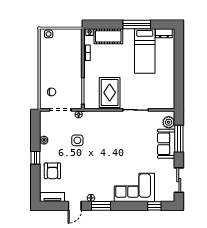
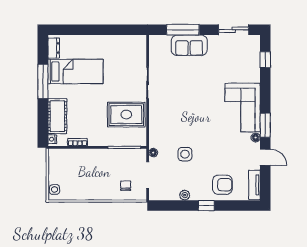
plant: (169, 122) -> (163, 42), removed
corner sofa: (134, 187) -> (243, 108), moved

